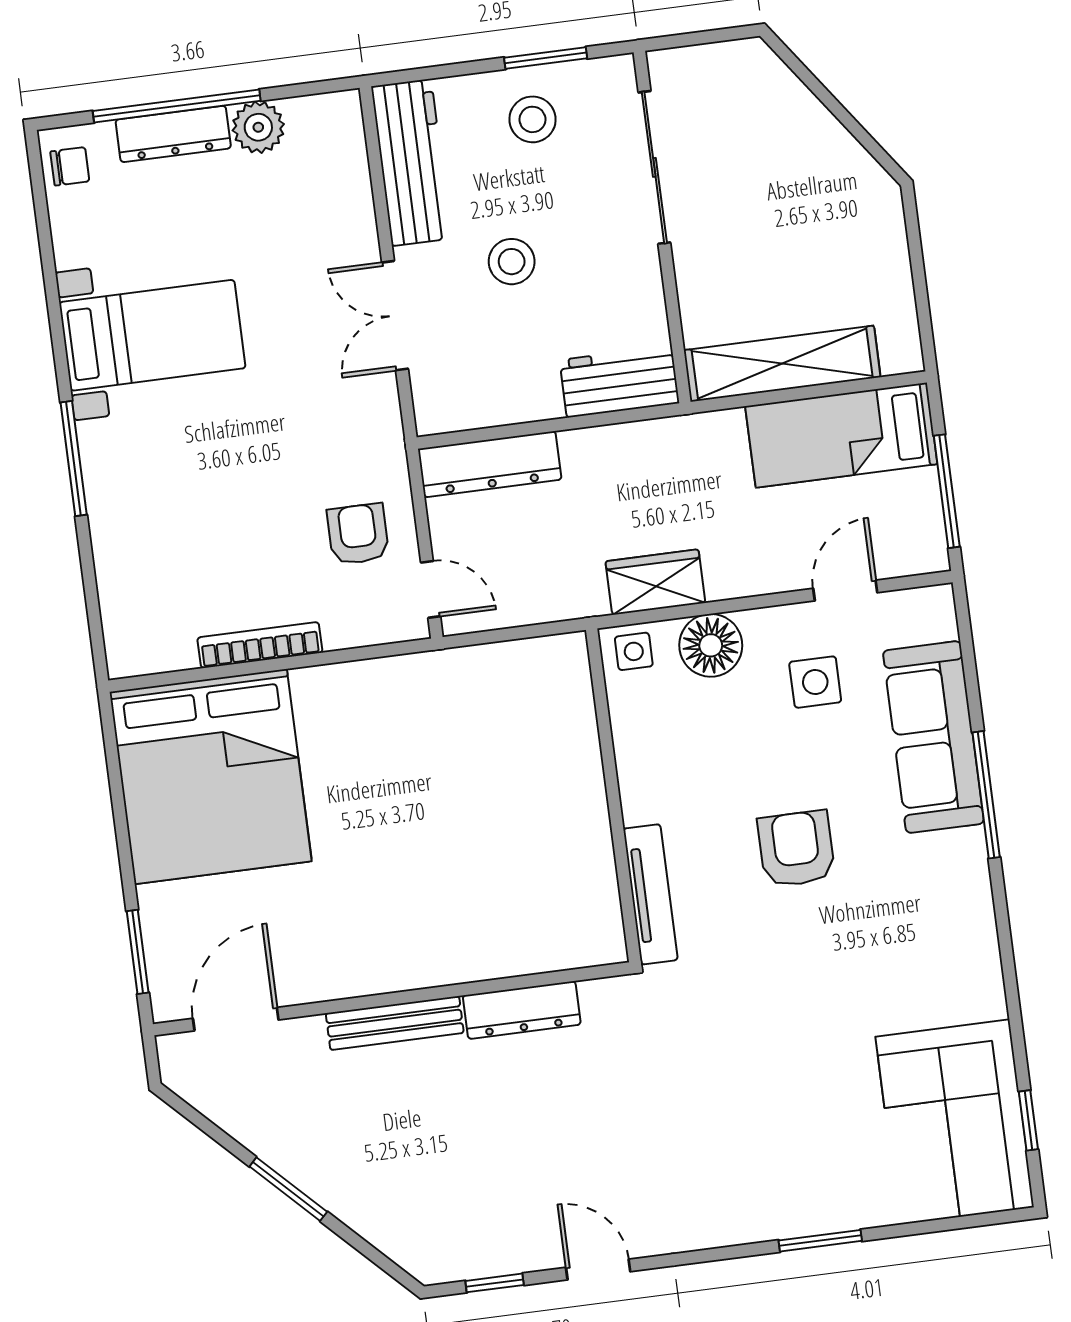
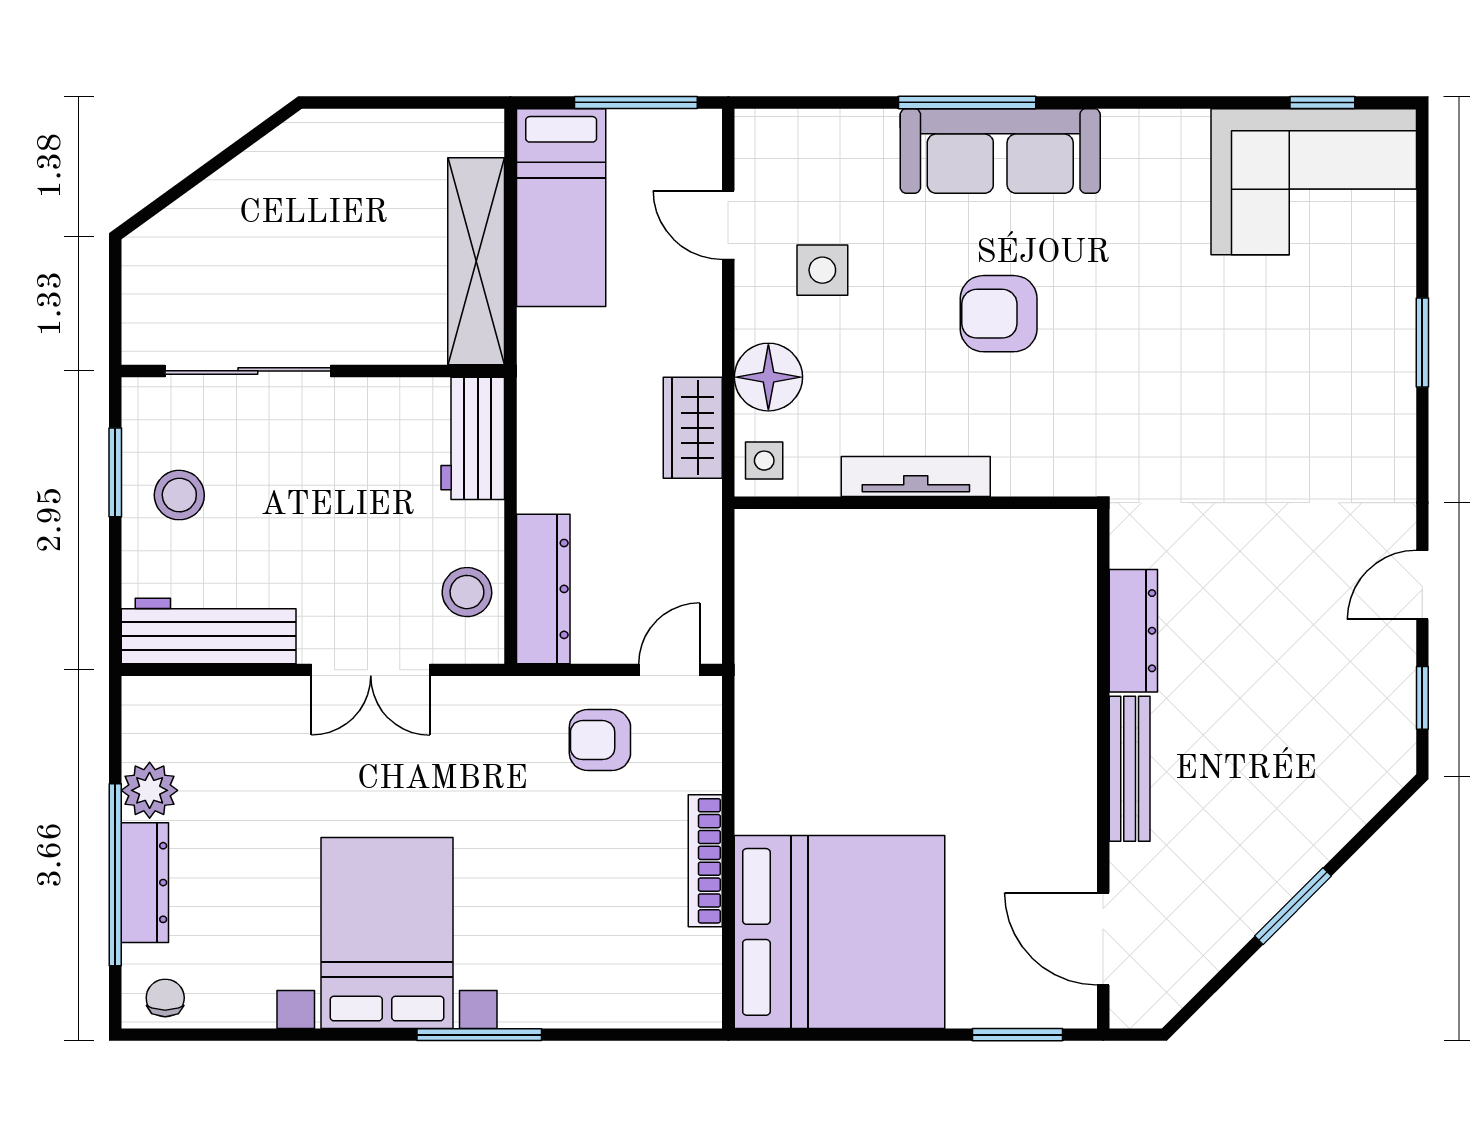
stool: (512, 262) -> (467, 592), moved
bed with nightstands: (152, 335) -> (387, 933), width x1.36
sofa: (933, 737) -> (1000, 151), moved
tv unit: (650, 894) -> (916, 476), moved

